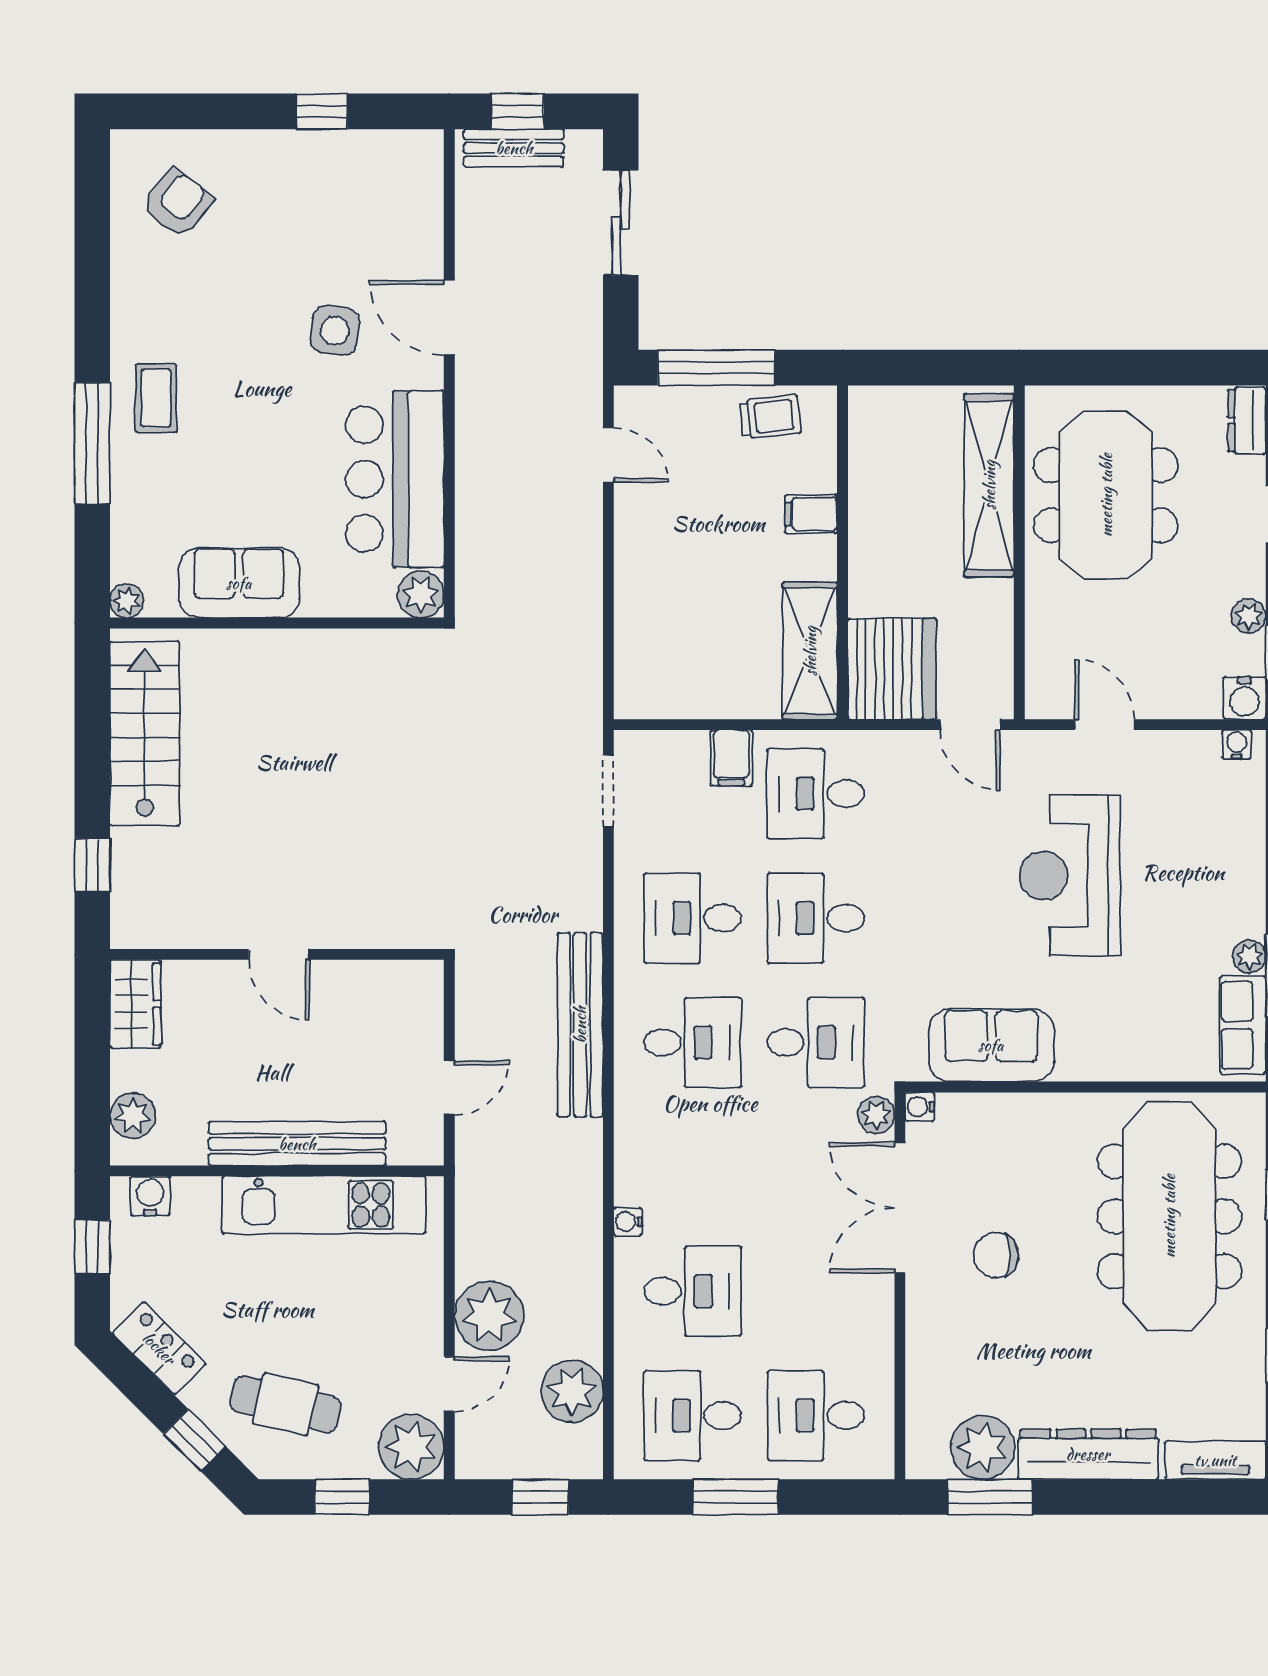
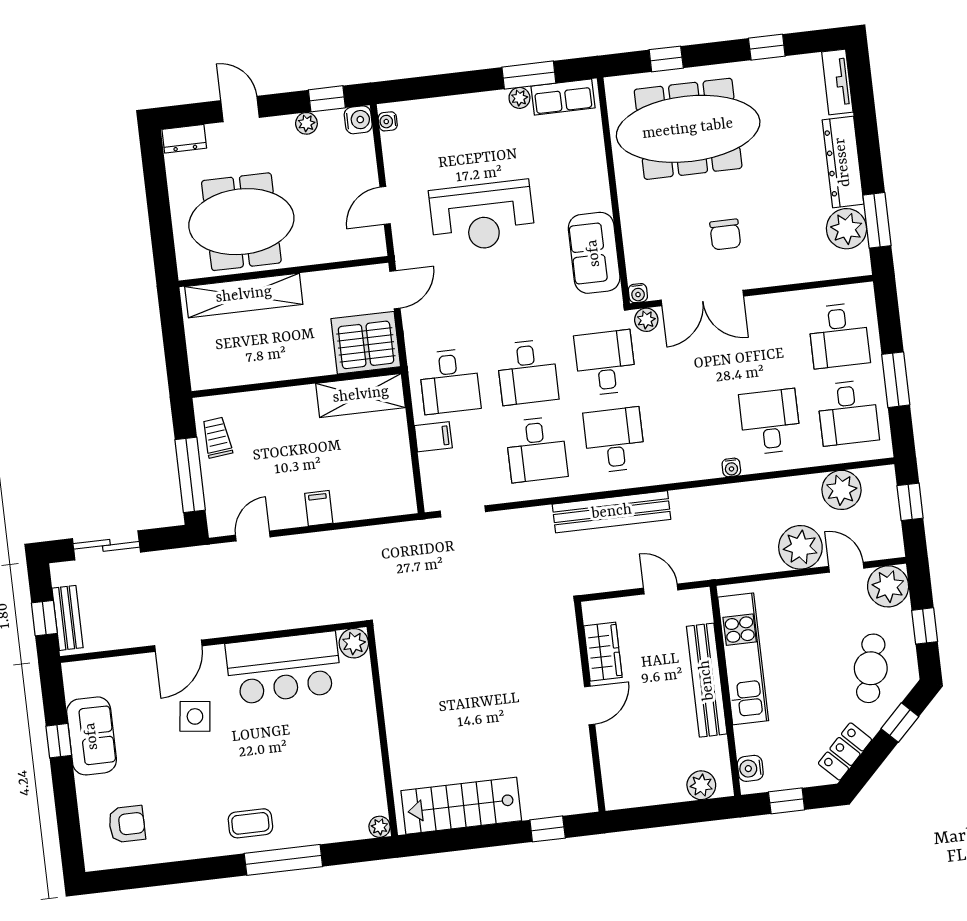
armchair: (178, 203) -> (127, 824), turned 142
filing cabinet: (811, 514) -> (319, 508), moved, turned 180
sofa: (239, 583) -> (92, 736), moved, turned 180
wardrobe: (136, 1004) -> (603, 652), moved, turned 90

